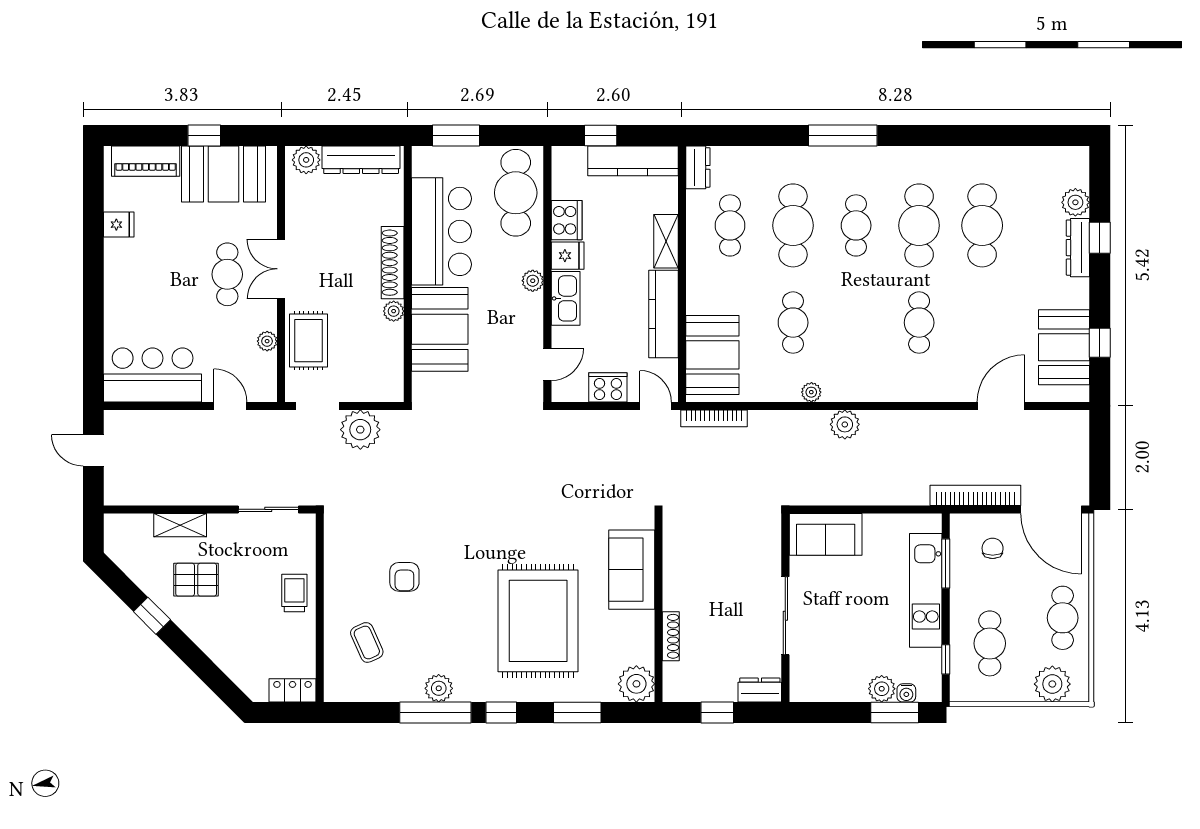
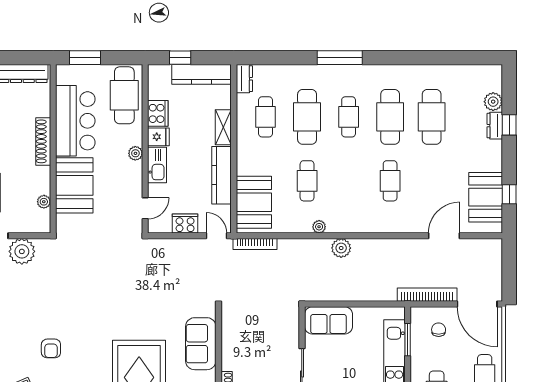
dresser: (1078, 248) -> (495, 126), width x0.70
plant: (394, 311) -> (44, 202), moved

